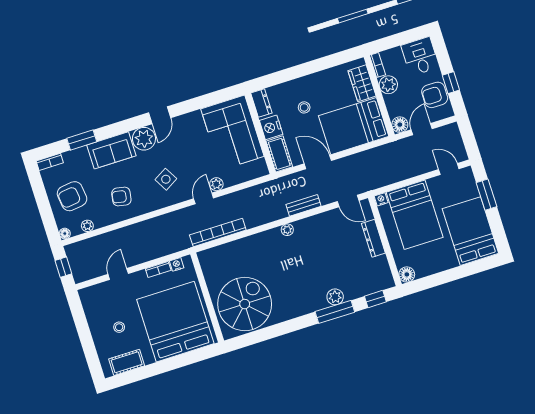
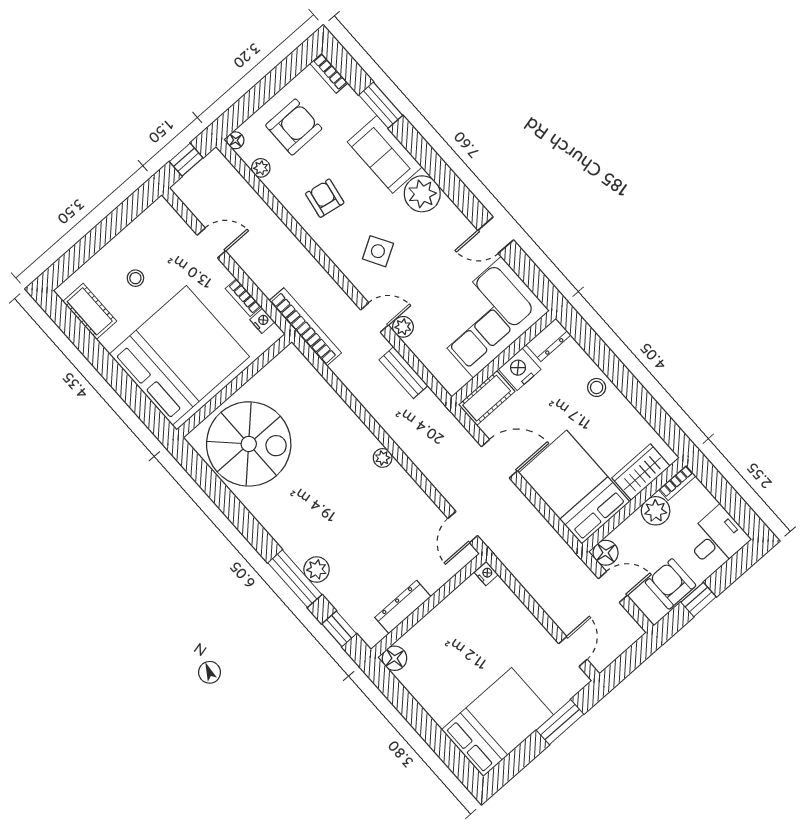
stool: (304, 107) -> (597, 387), moved
door: (160, 115) -> (496, 235), moved
door: (318, 162) -> (499, 459), hinge flipped
armchair: (72, 196) -> (294, 127), turned 97
bench: (304, 205) -> (404, 373), moved
bed: (415, 215) -> (485, 632), removed
bookcase: (218, 233) -> (305, 327), moved
dresser: (373, 238) -> (403, 607), moved

